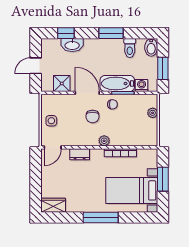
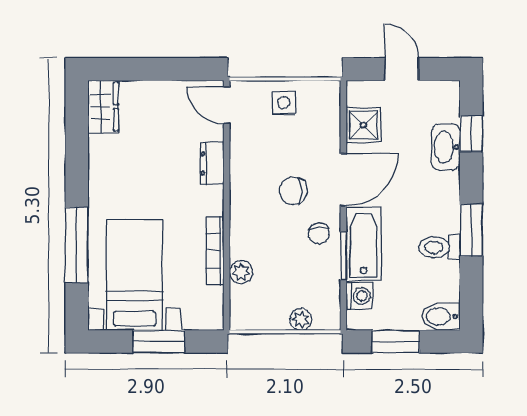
toilet: (130, 48) -> (439, 247), moved
plant: (104, 141) -> (241, 272), moved
window: (101, 218) -> (77, 245), moved

